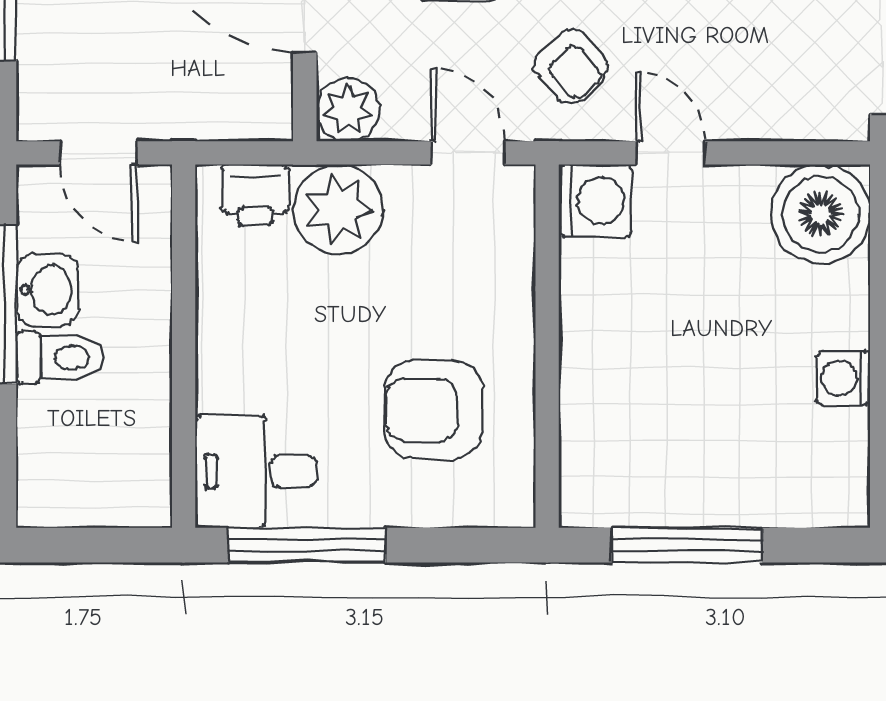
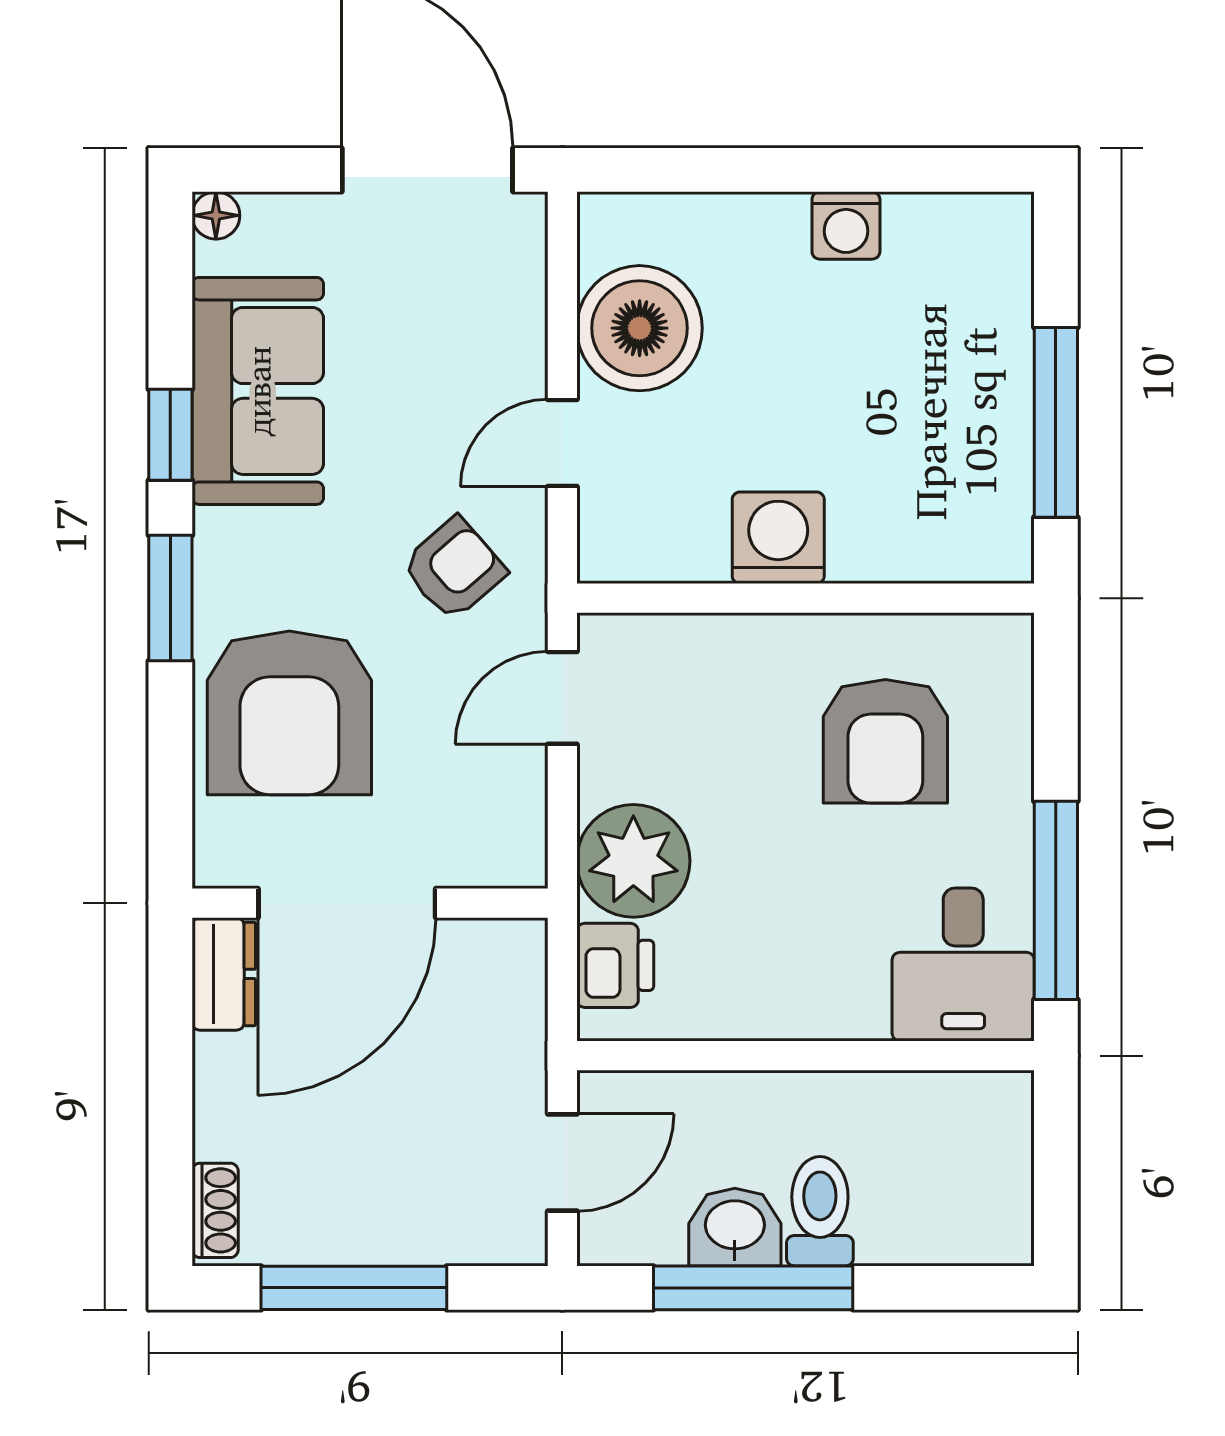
plant: (348, 110) -> (508, 849), removed
washing machine: (595, 201) -> (778, 538), moved
boiler: (820, 214) -> (640, 328), moved

